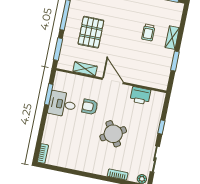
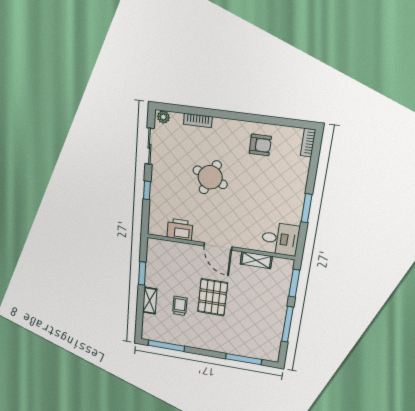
pallet: (91, 32) -> (213, 297), moved
window: (49, 94) -> (307, 208), moved
desk: (62, 104) -> (280, 239), moved
armchair: (90, 107) -> (260, 145), moved
round table: (113, 134) -> (210, 177), turned -36

